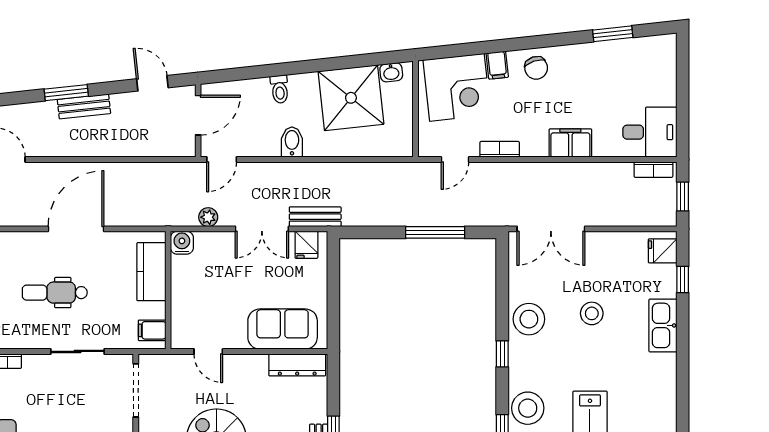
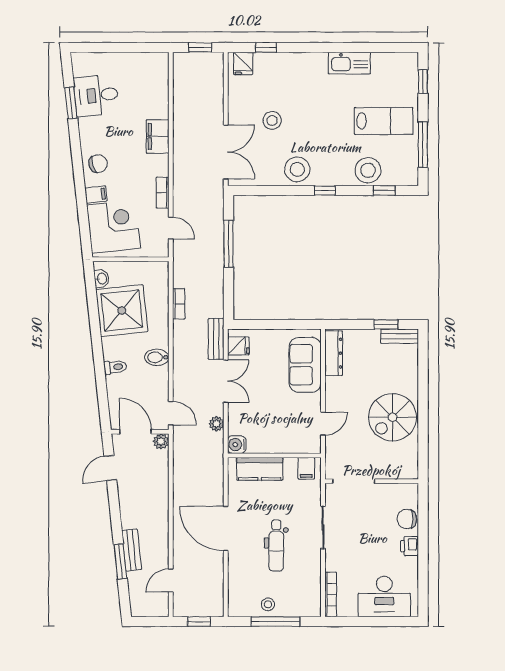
window: (66, 93) -> (120, 561), moved
bench: (84, 106) -> (132, 550), moved
desk: (650, 132) -> (96, 95), moved, turned -96
plant: (186, 147) -> (161, 441), added
bookcase: (653, 170) -> (179, 304), moved
stool: (592, 313) -> (272, 120), moved
kitchen sink: (663, 325) -> (349, 63), moved

